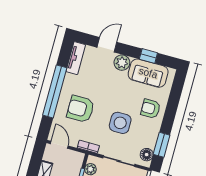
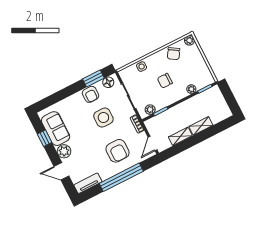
armchair: (151, 109) -> (91, 94), moved

